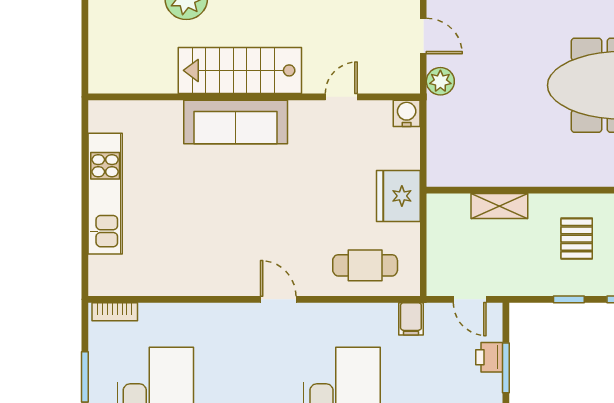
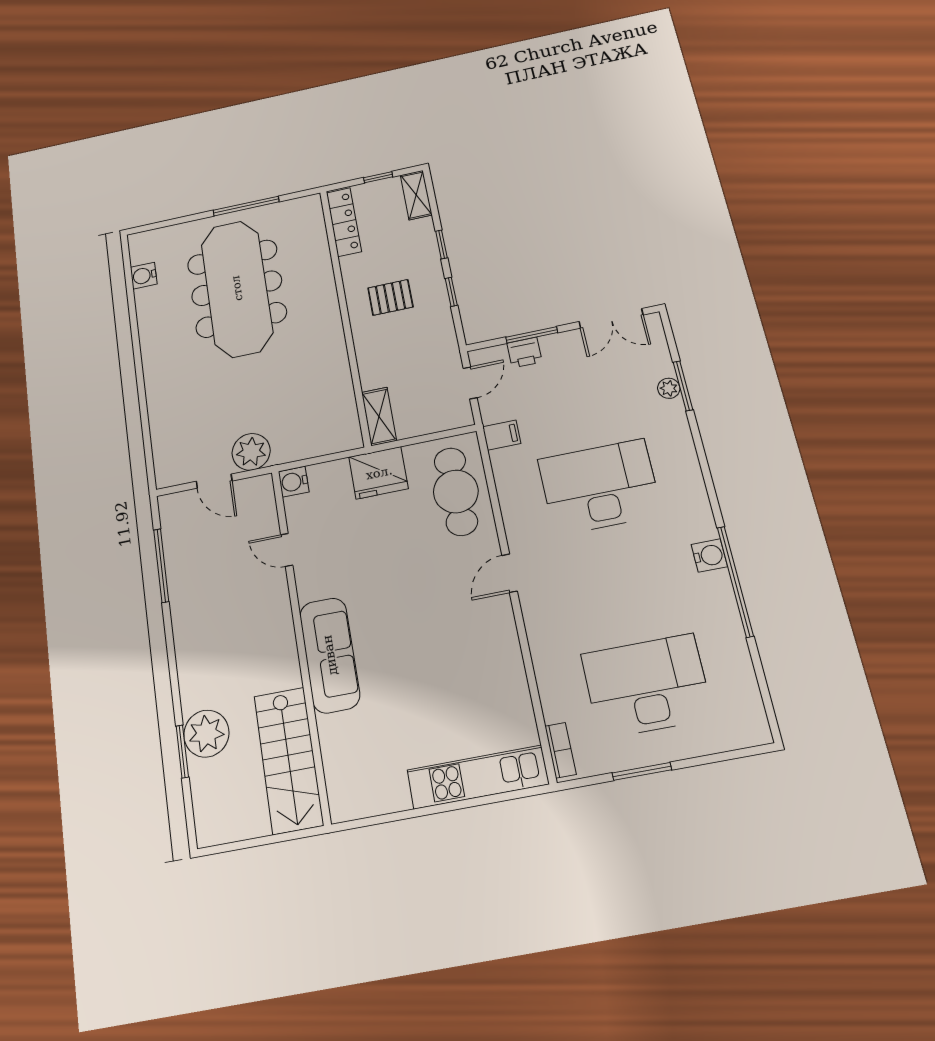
door: (423, 36) -> (214, 481), swing flipped
stairs: (240, 70) -> (288, 760), moved
plant: (440, 81) -> (251, 452), width x1.36, depth x1.36
kitchen unit: (105, 194) -> (478, 777), moved
shelving: (499, 206) -> (379, 416), moved
cafe table: (365, 265) -> (456, 491), width x1.37, depth x1.35

